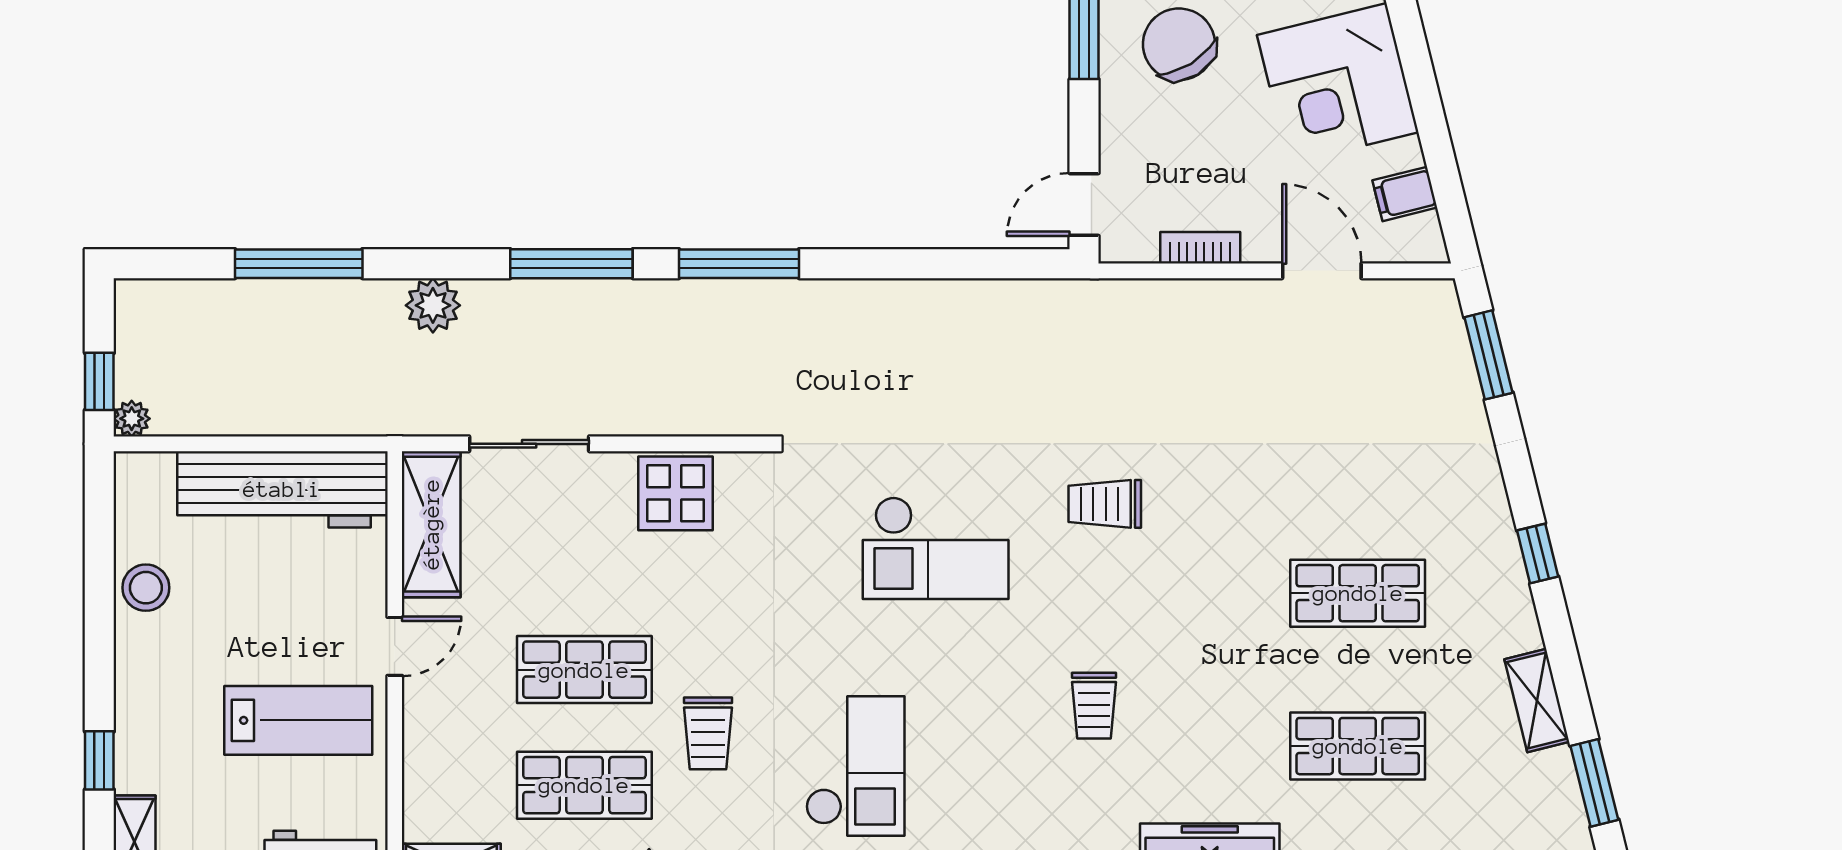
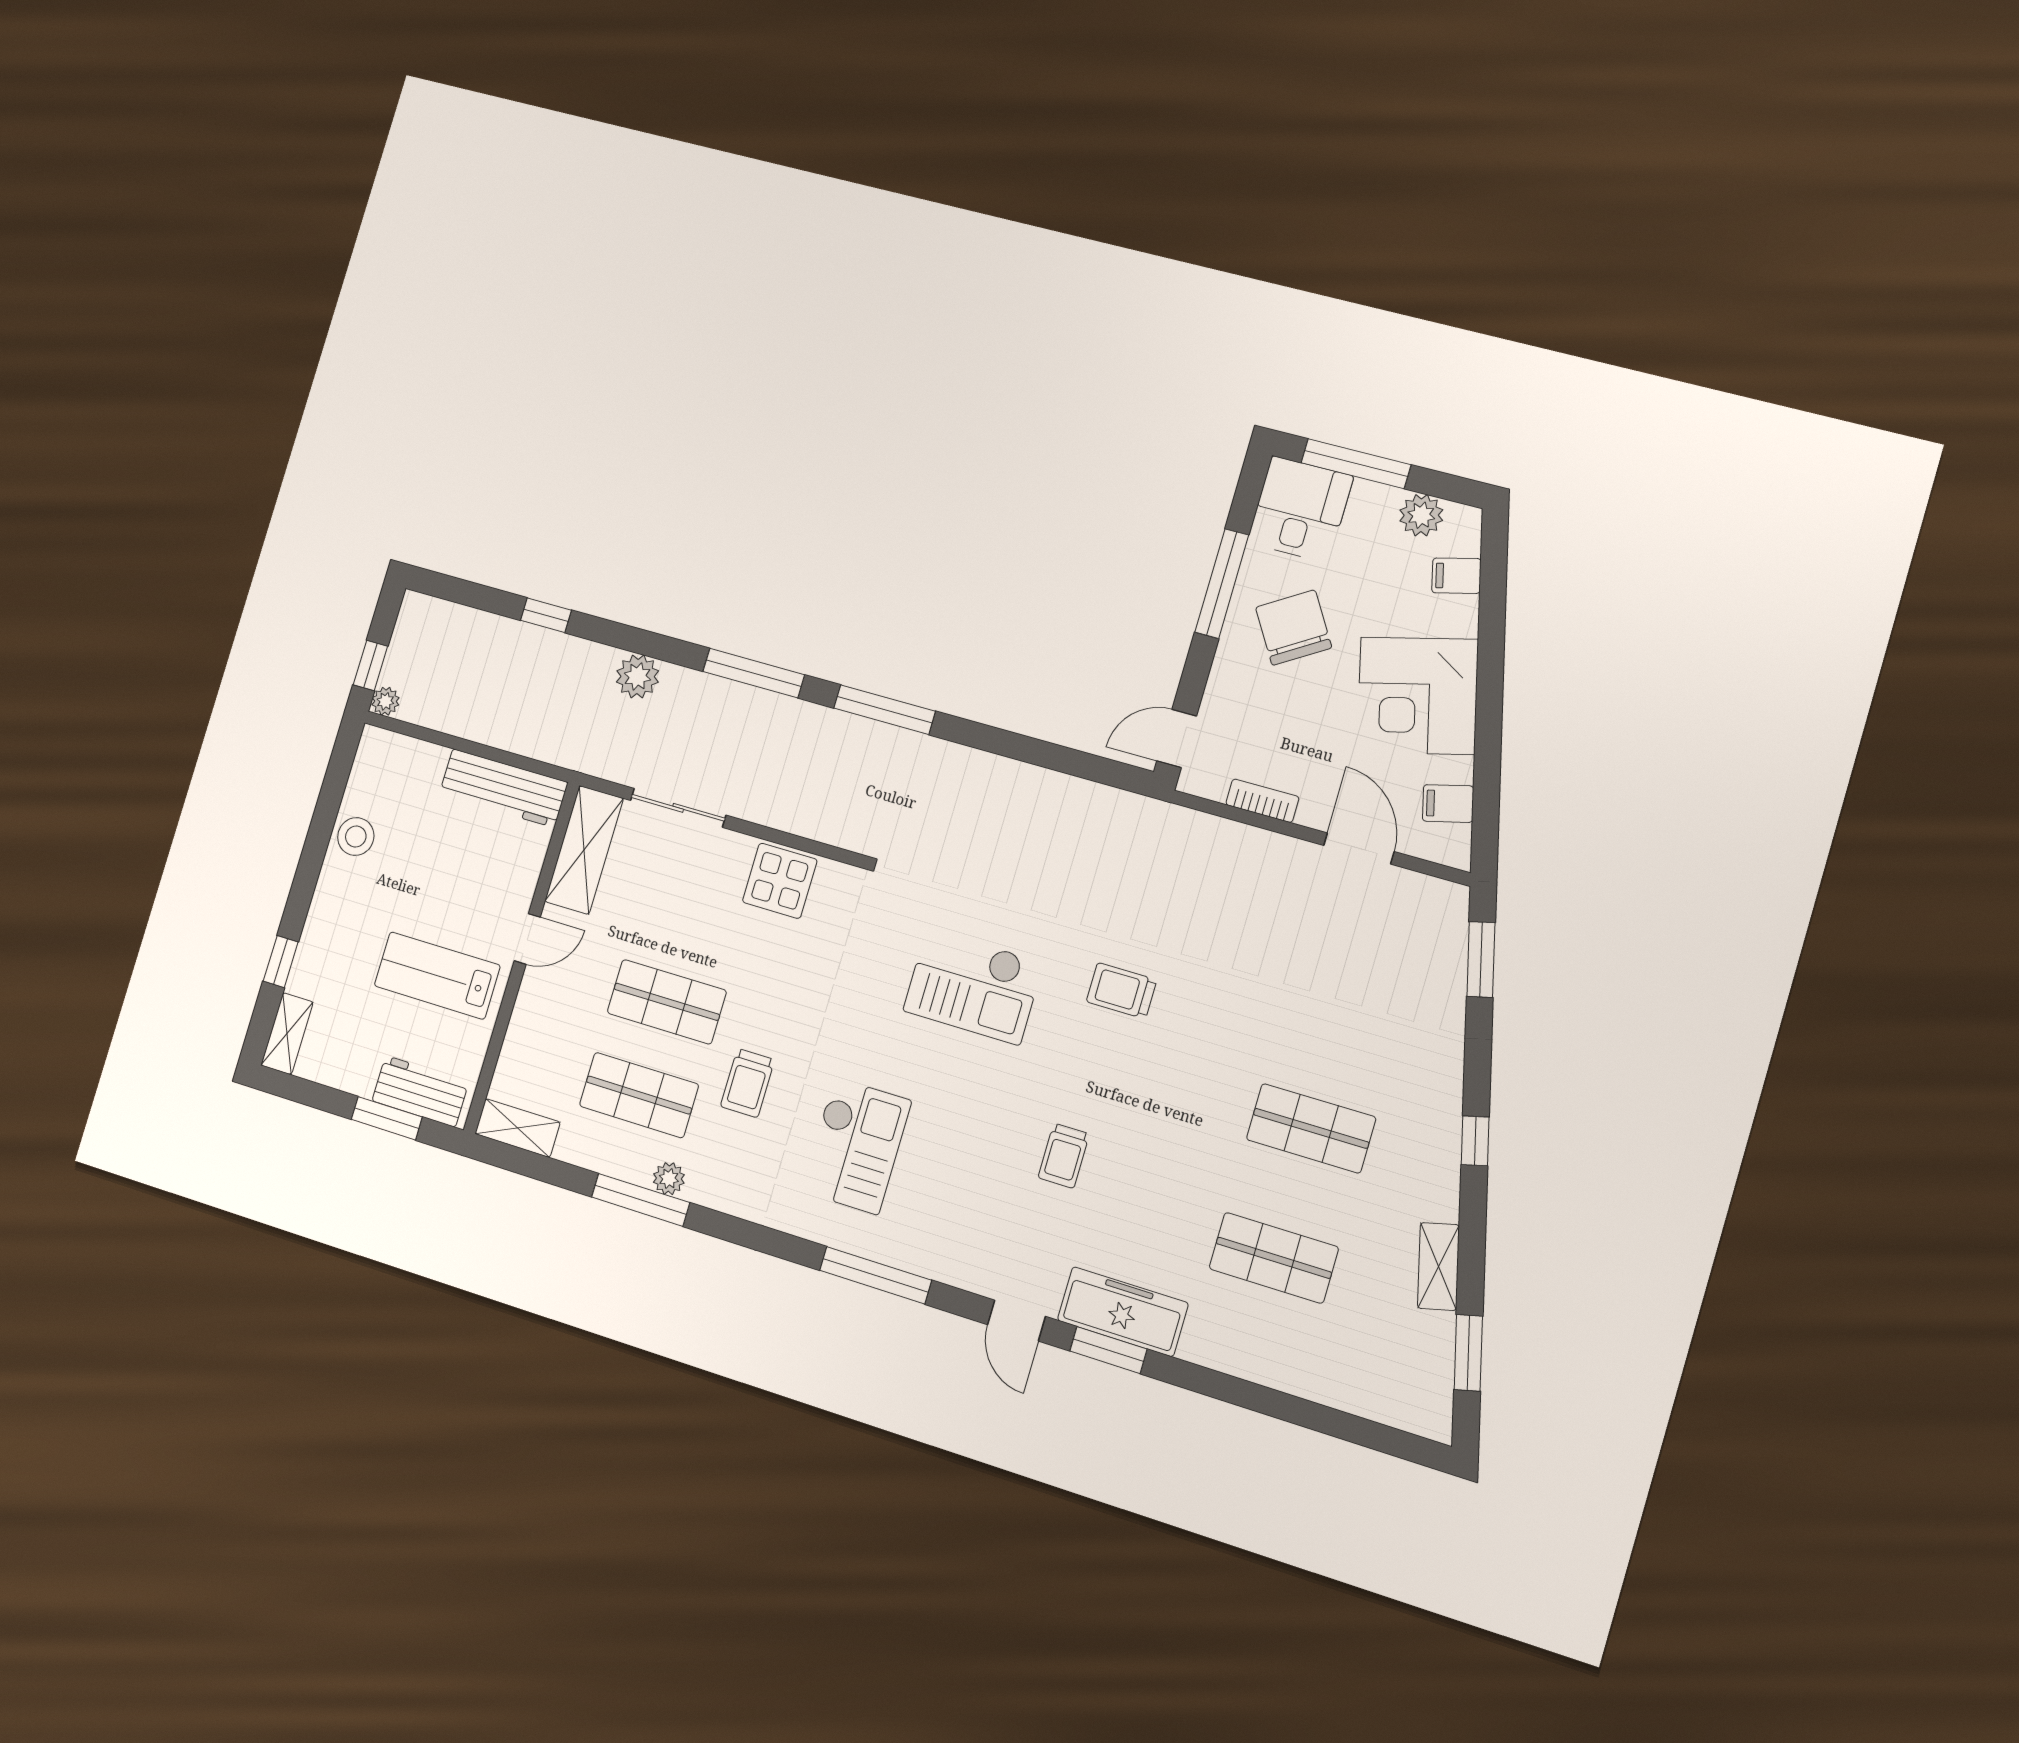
window: (299, 264) -> (546, 615), width x0.46
workbench: (282, 489) -> (503, 788), width x0.73, depth x0.76
lab bench: (298, 720) -> (437, 976), turned 180

